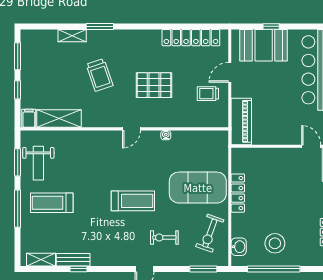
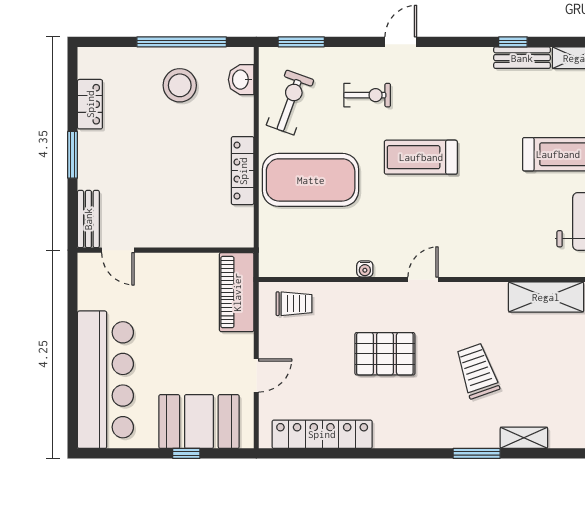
trolley: (208, 94) -> (294, 304), moved

